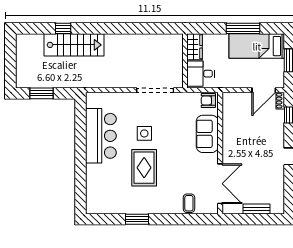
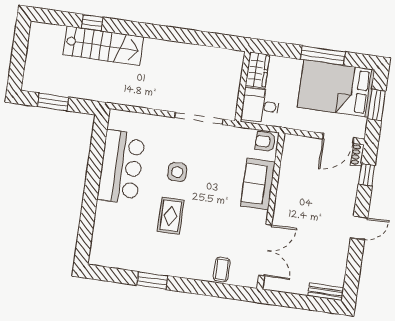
bed: (257, 46) -> (336, 88), width x1.50
rug: (144, 168) -> (171, 216), width x0.73, depth x0.70
bench: (257, 209) -> (326, 292), moved

